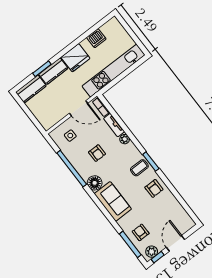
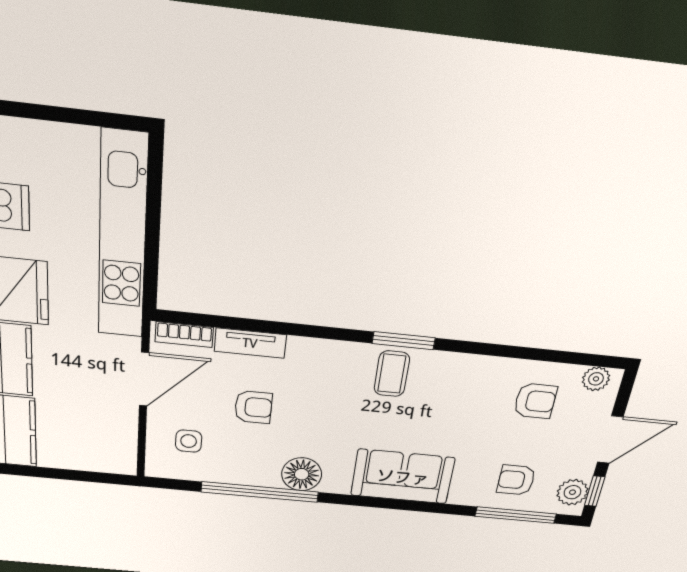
plant: (125, 139) -> (596, 379), moved
armchair: (97, 153) -> (253, 407), moved
floor lamp: (95, 183) -> (302, 474), moved
armchair: (154, 188) -> (535, 401), moved
door: (175, 243) -> (610, 440), swing flipped

